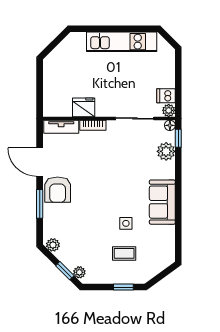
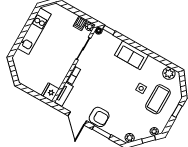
fridge: (84, 107) -> (50, 92), moved
plant: (166, 151) -> (169, 73), moved
door: (40, 162) -> (77, 118), hinge flipped
sofa: (162, 202) -> (132, 55), moved
coffee table: (124, 253) -> (158, 99), width x1.86, depth x1.72

